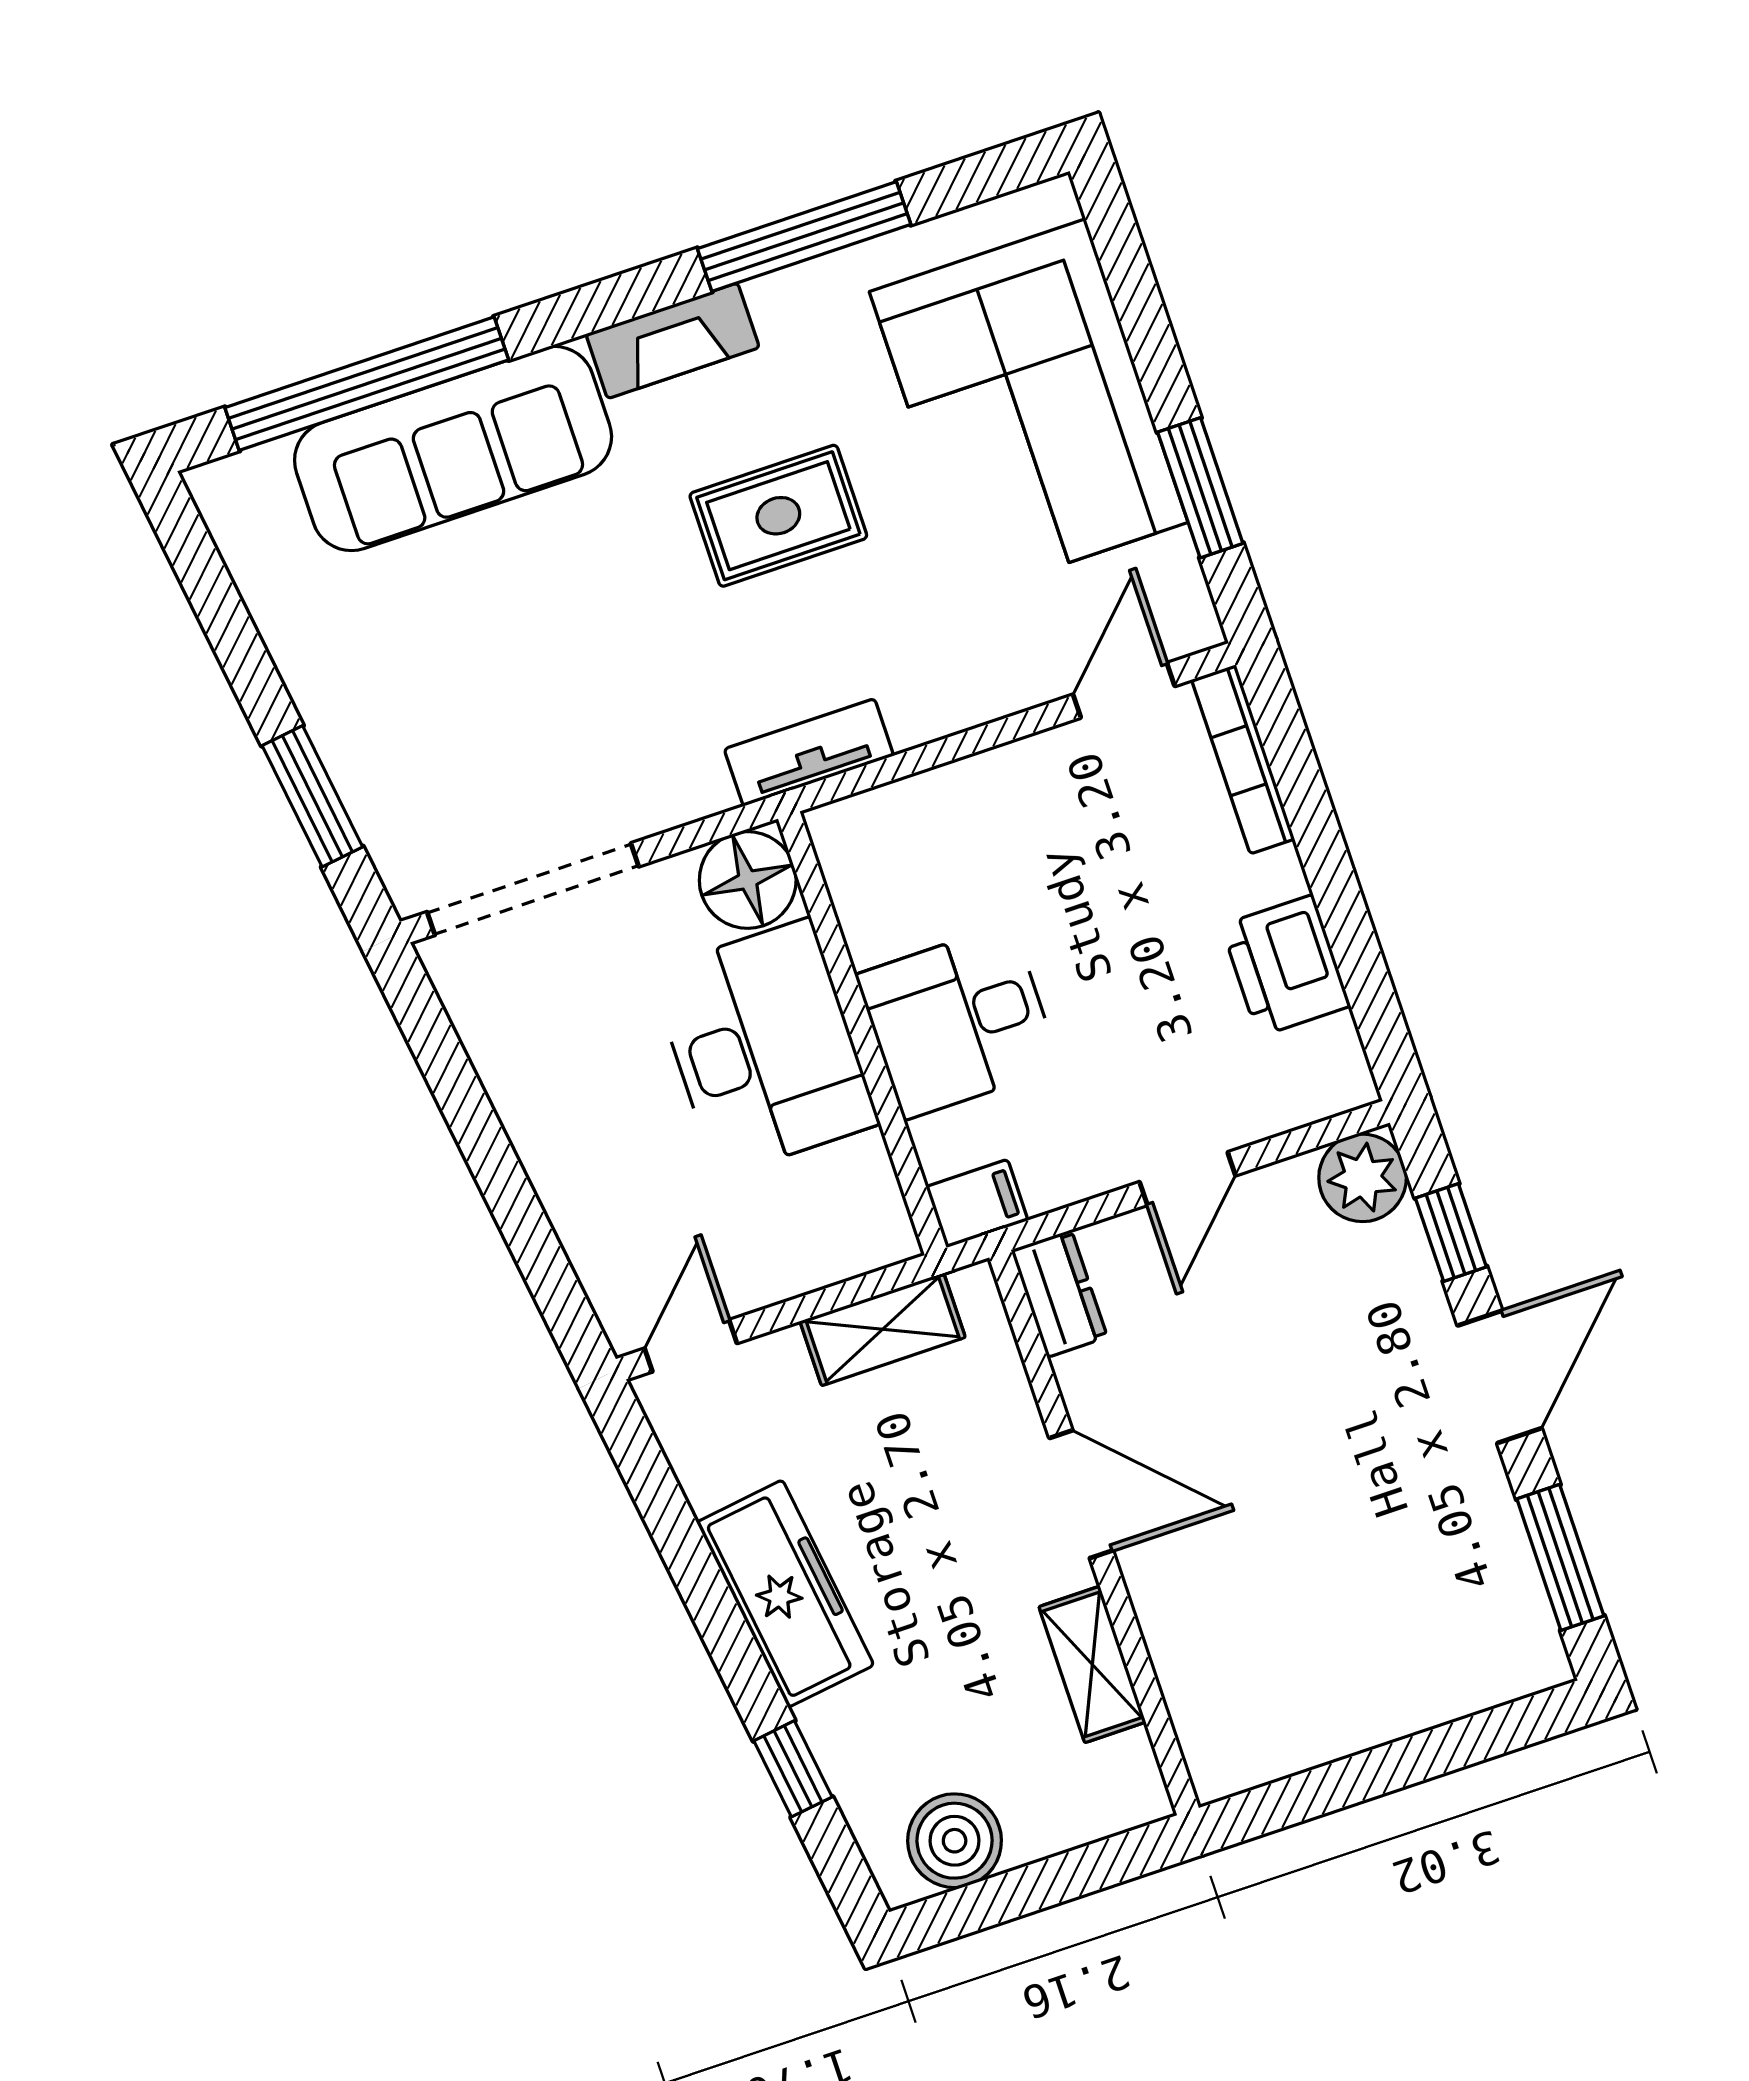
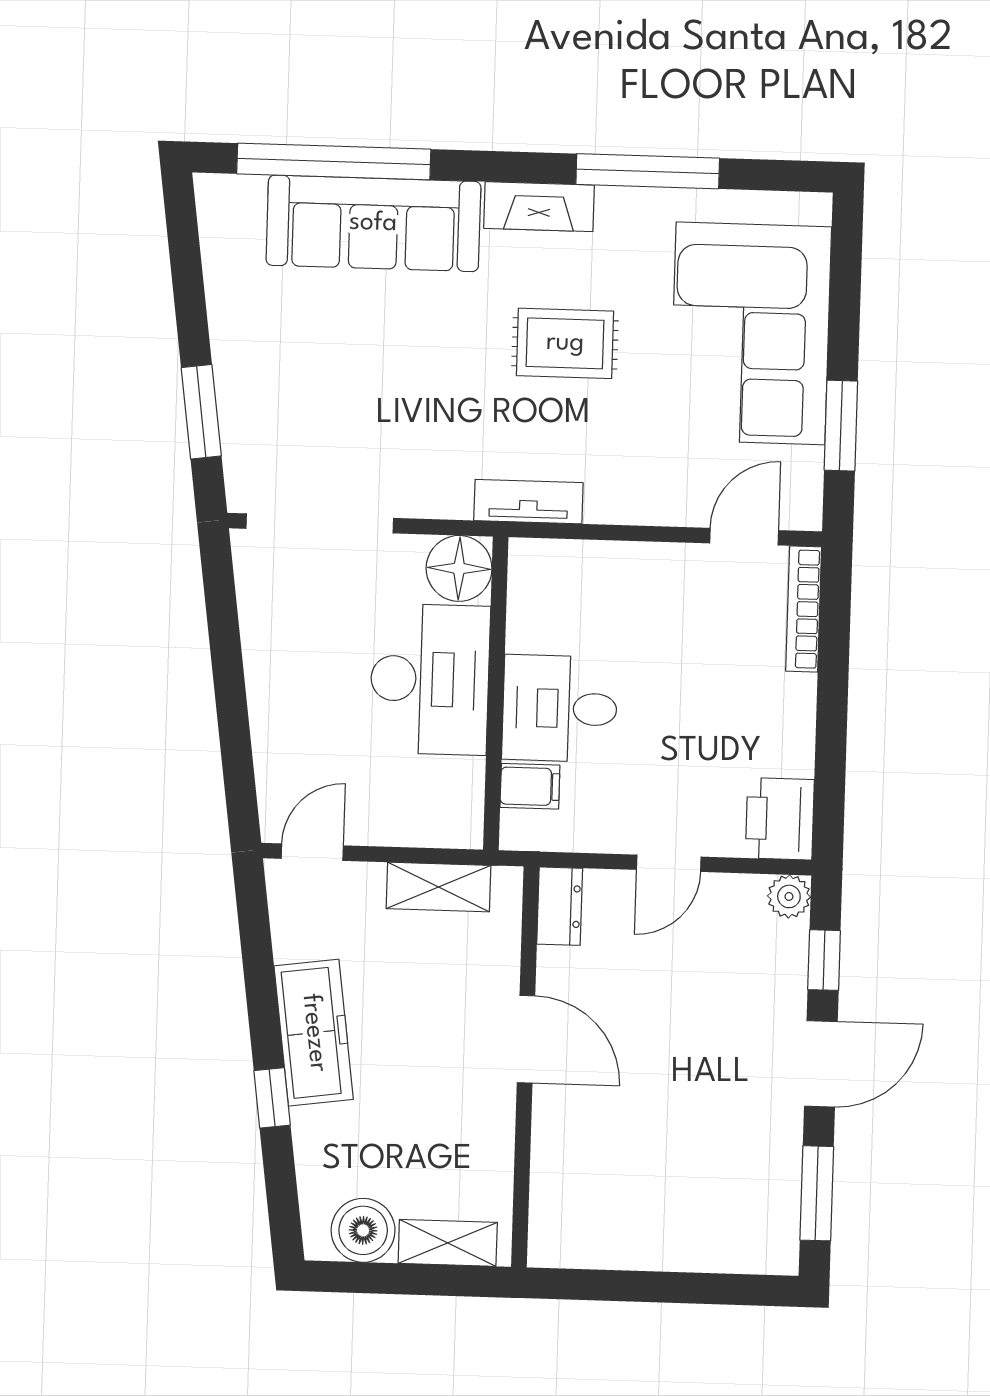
printer: (1286, 966) -> (780, 819), moved
plant: (1363, 1178) -> (789, 896), width x0.73, depth x0.73
filing cabinet: (977, 1203) -> (530, 786), moved
shelving: (1092, 1664) -> (448, 1243), moved, turned 90
window: (793, 1769) -> (272, 1098), moved

